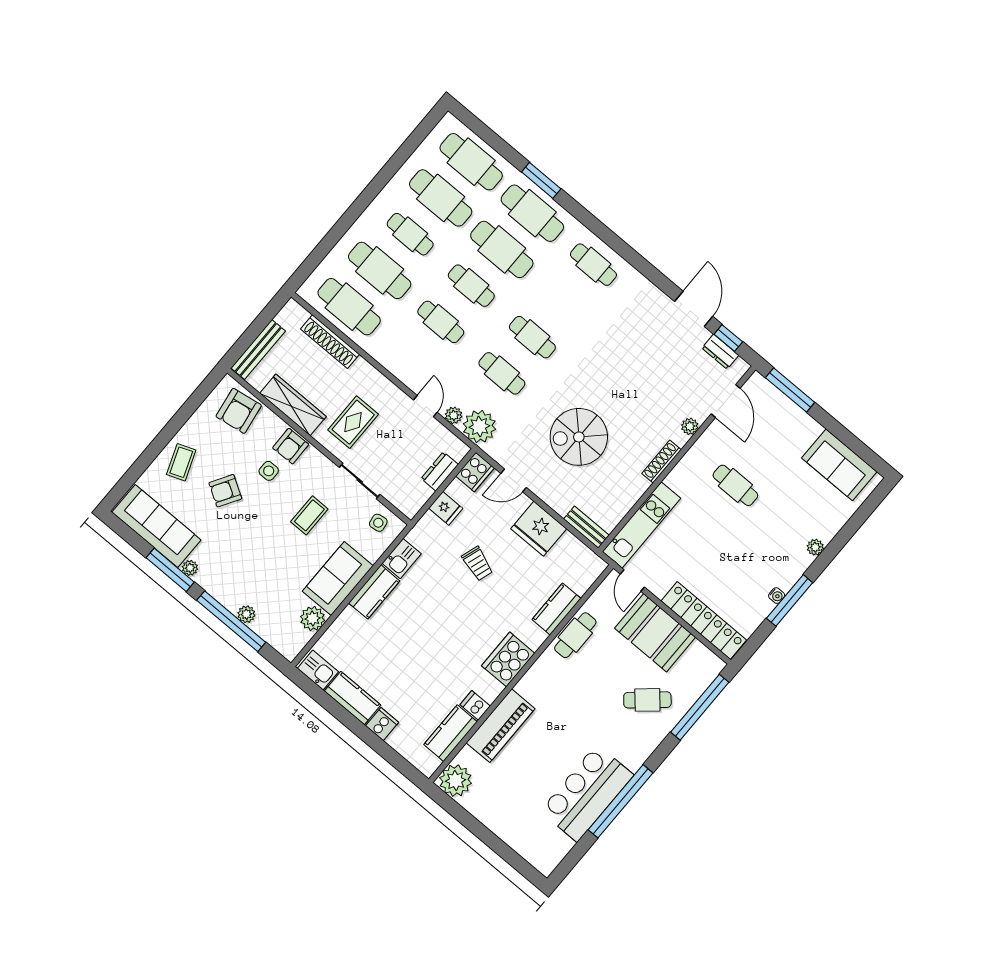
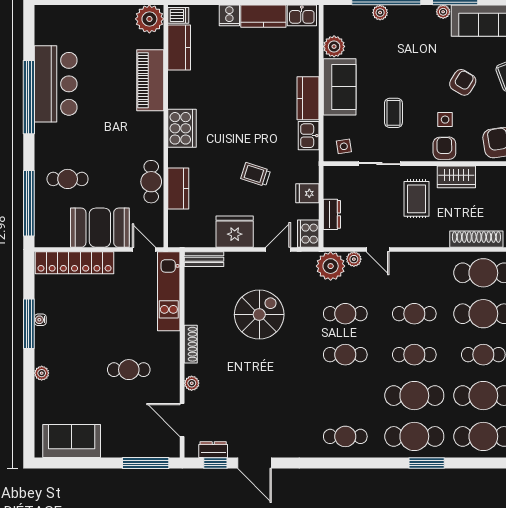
wardrobe: (293, 405) -> (456, 177), width x0.67
cafe table: (647, 700) -> (68, 179), turned 41
dishwasher: (475, 705) -> (178, 15), moved

